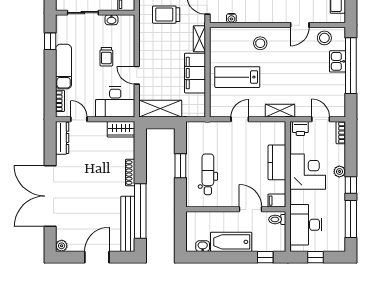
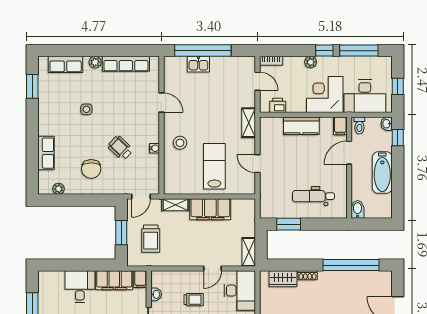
water cooler: (231, 18) -> (154, 148), moved
stool: (324, 38) -> (175, 77), removed
lab bench: (237, 77) -> (214, 166), turned 180
shelving: (160, 109) -> (249, 252), width x0.67, depth x0.75
door: (321, 119) -> (257, 81), swing flipped
printer: (300, 128) -> (278, 105), moved, turned -90
wardrobe: (121, 129) -> (283, 279), moved, turned 90
window: (180, 166) -> (289, 224), moved
corner desk: (308, 172) -> (325, 94), moved
shoe rack: (130, 173) -> (308, 275), width x0.70
bidet: (195, 218) -> (358, 209), added
bench: (128, 224) -> (364, 278), removed
washbasin: (203, 246) -> (387, 124), moved

